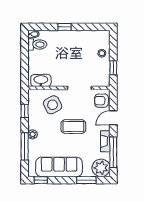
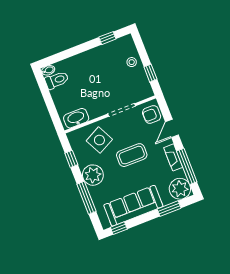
window: (64, 27) -> (107, 38), moved
plant: (33, 134) -> (93, 175), width x1.88, depth x1.88

